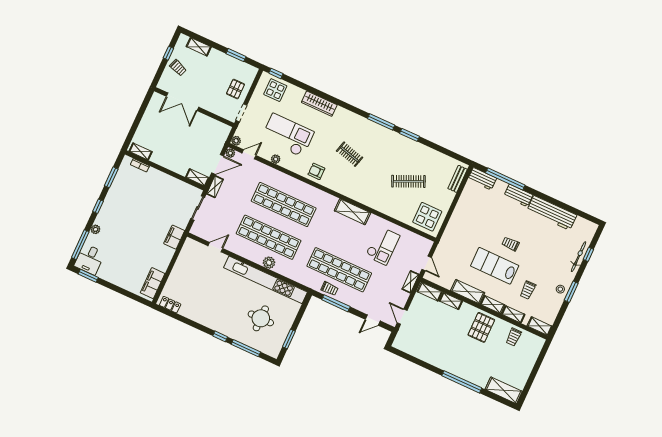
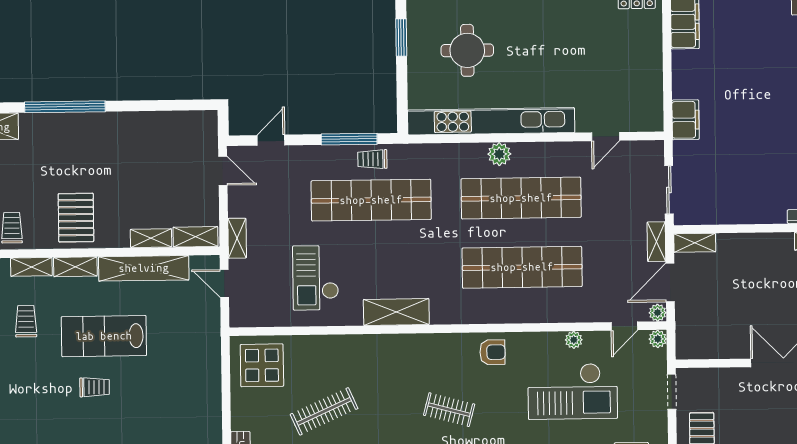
lab bench: (495, 266) -> (104, 336), turned 180
shelving: (468, 292) -> (144, 268), width x1.47

